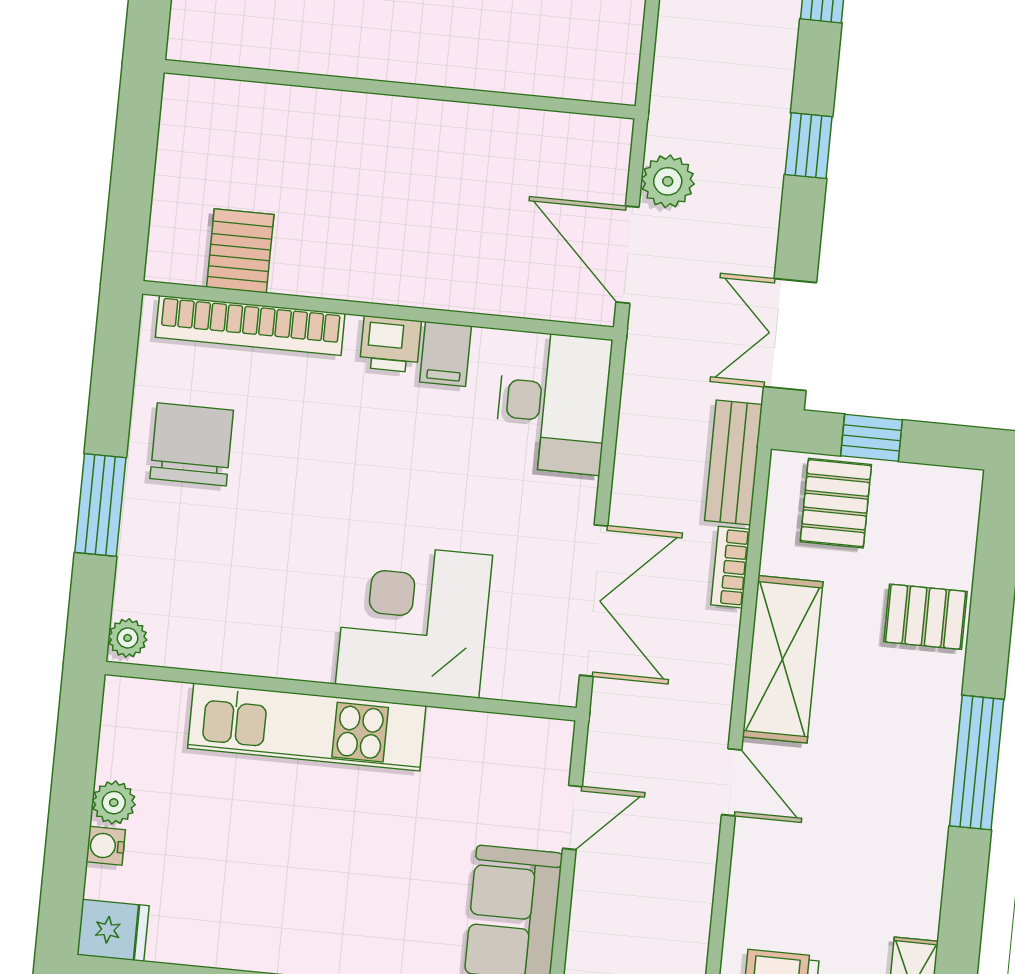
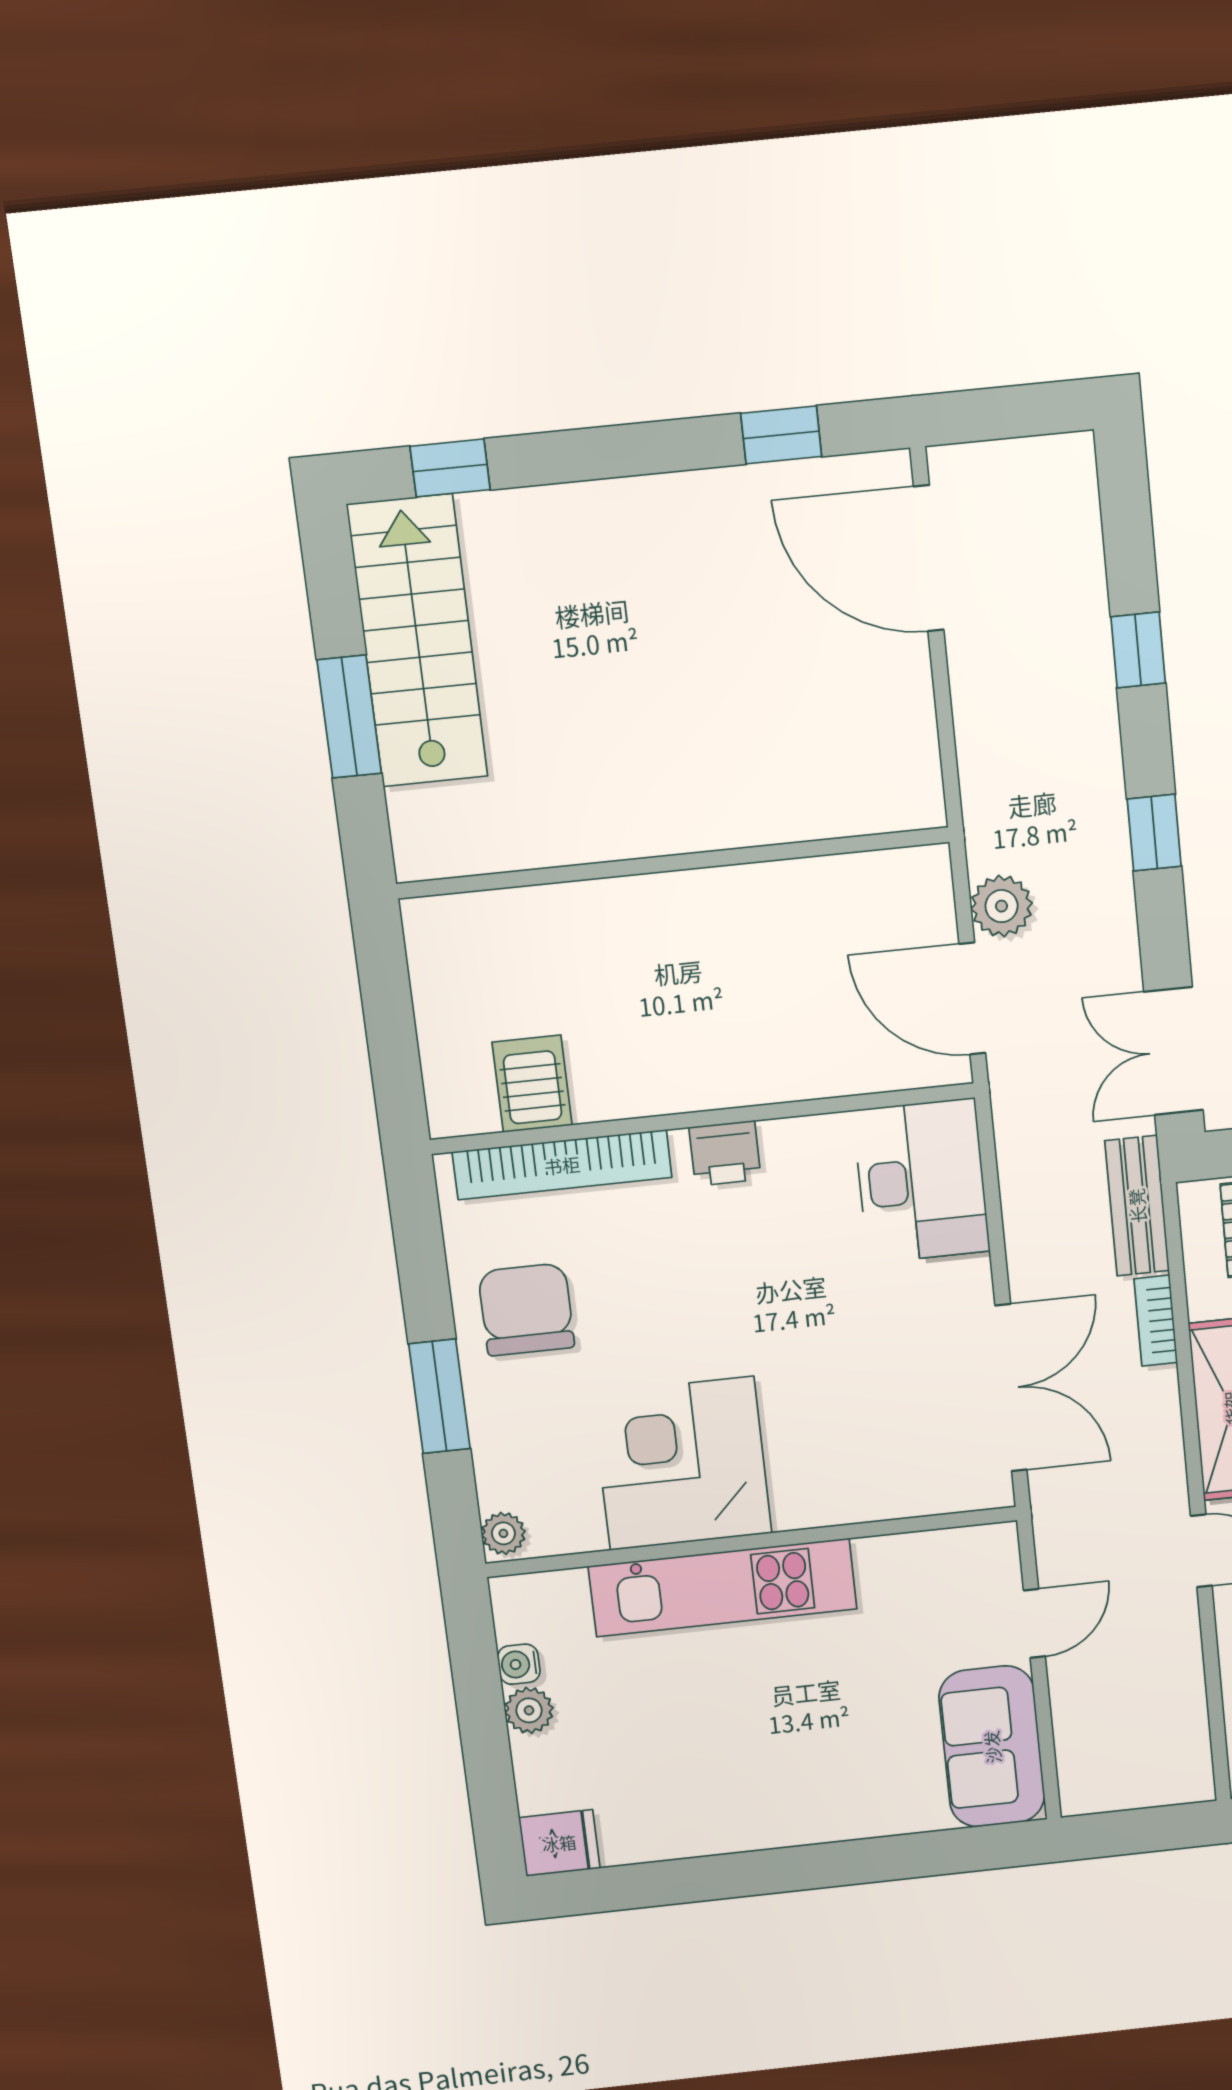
filing cabinet: (445, 354) -> (789, 1152), removed
corner desk: (414, 620) -> (682, 1463), moved
water cooler: (106, 846) -> (519, 1664), moved

